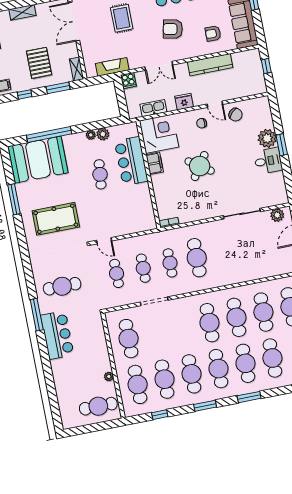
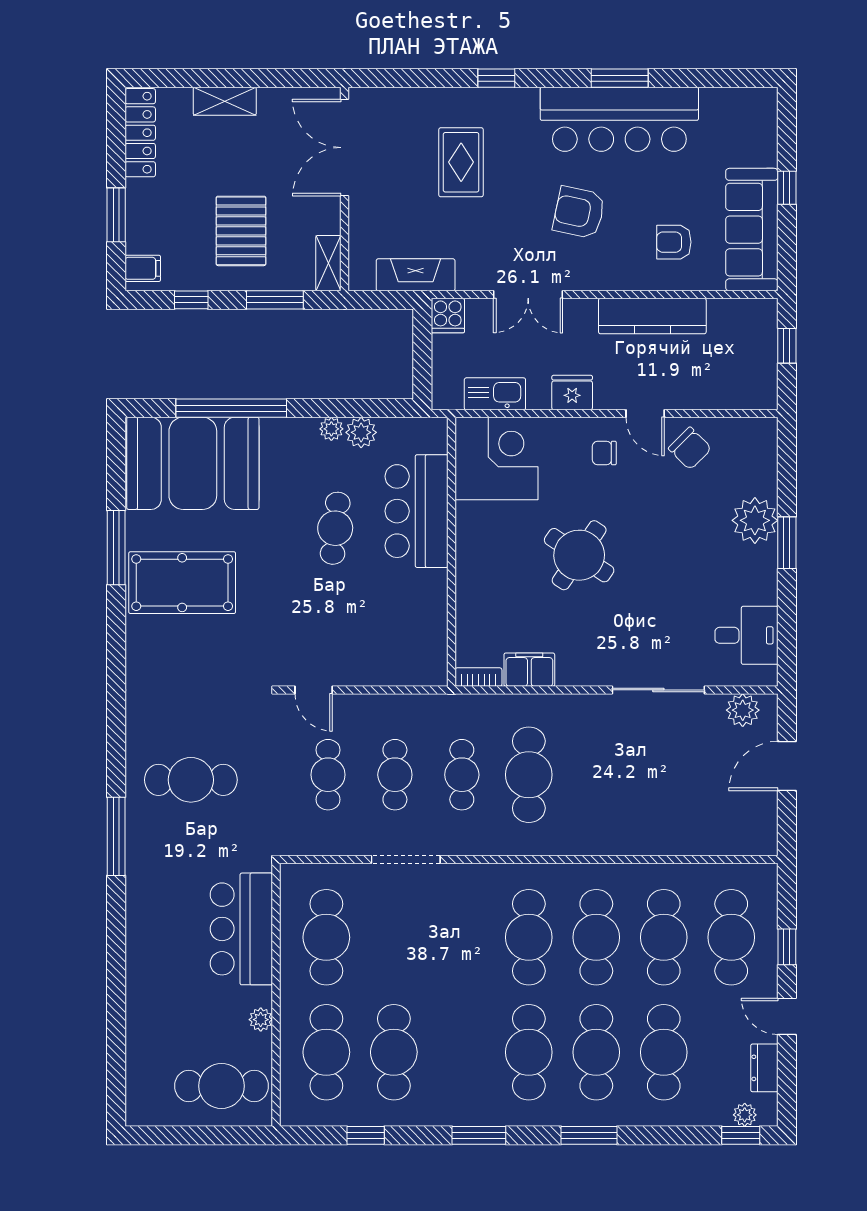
desk: (268, 161) -> (746, 635), moved
filing cabinet: (155, 163) -> (529, 670), moved, turned -90
pool table: (56, 219) -> (182, 583), moved
bar counter: (57, 335) -> (241, 929), moved, turned 180
cafe table: (192, 374) -> (461, 1052), removed

